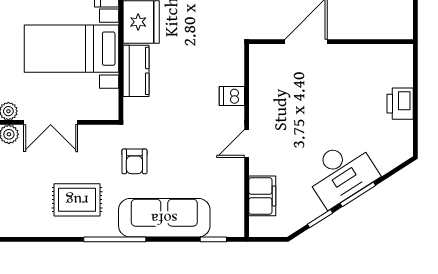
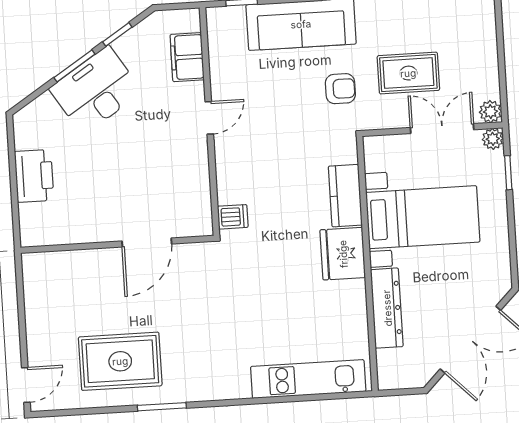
dishwasher: (232, 96) -> (233, 217), moved
printer: (400, 104) -> (34, 176), width x1.37, depth x1.19
armchair: (134, 161) -> (340, 89), turned 90
rug: (77, 200) -> (408, 73), moved

